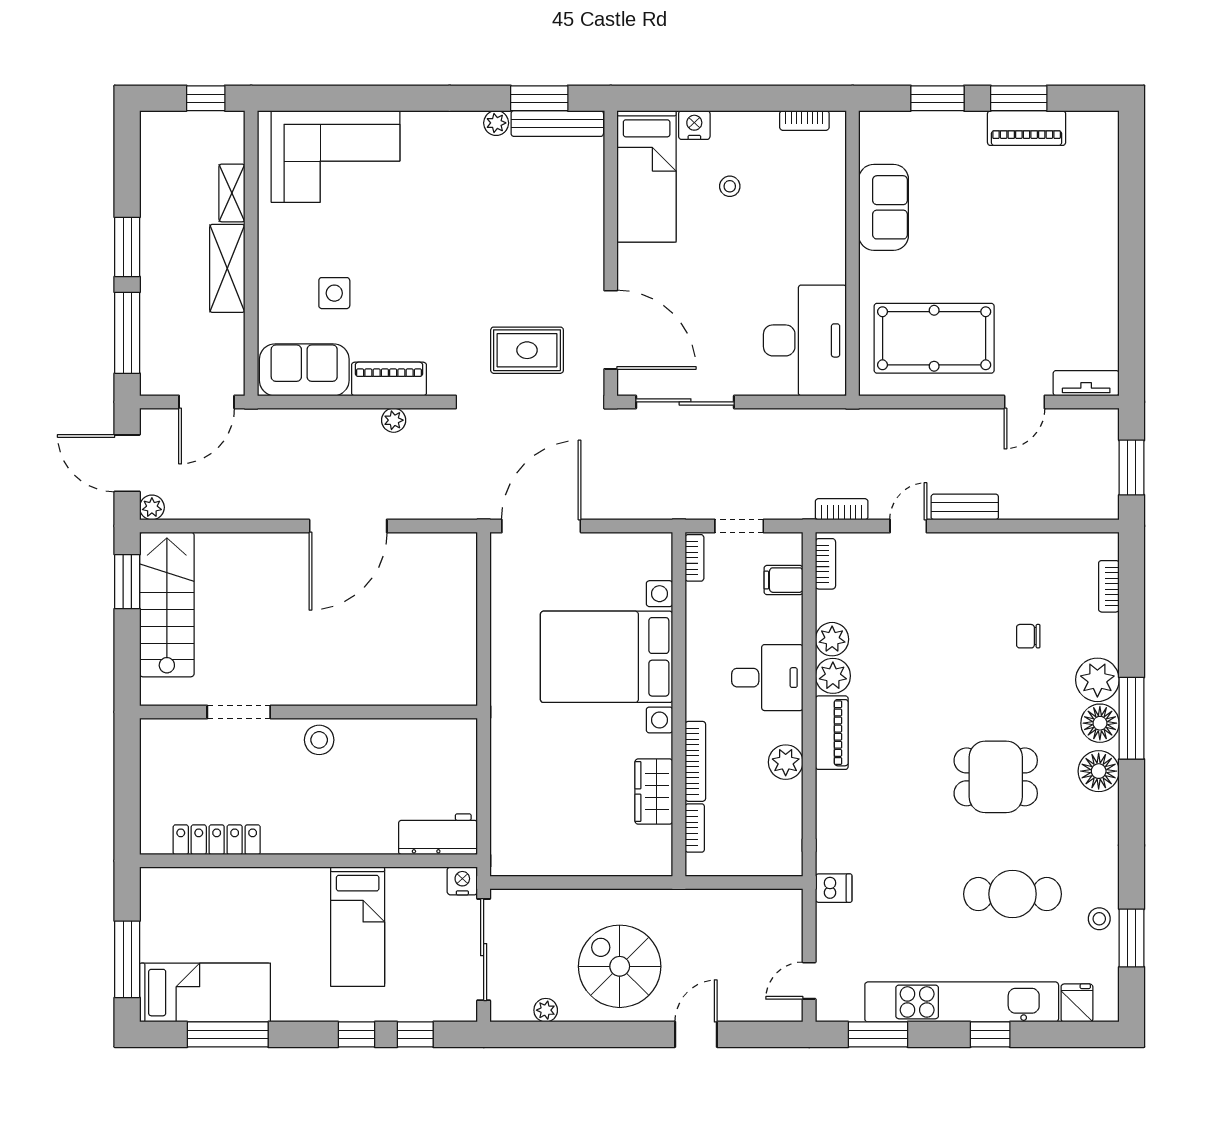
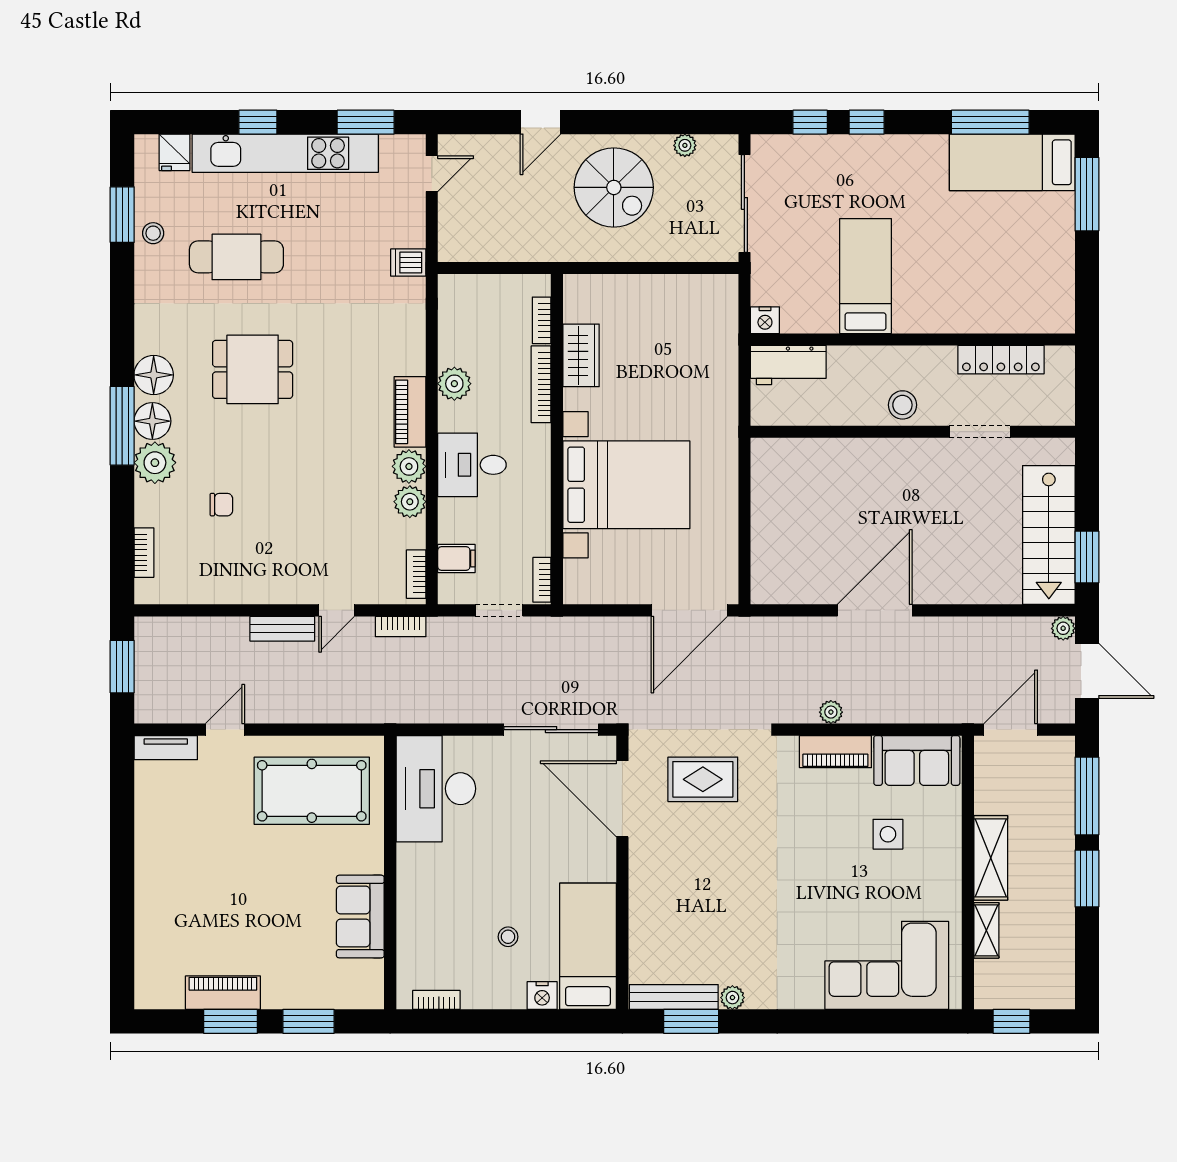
workbench: (438, 834) -> (788, 365), moved
locker: (217, 840) -> (1001, 360), moved
wall: (308, 861) -> (913, 339), moved
nightstand: (462, 881) -> (765, 320), moved
bed: (358, 927) -> (866, 276), moved

